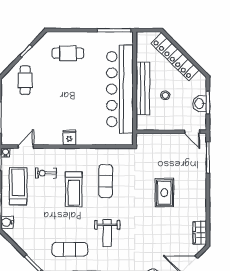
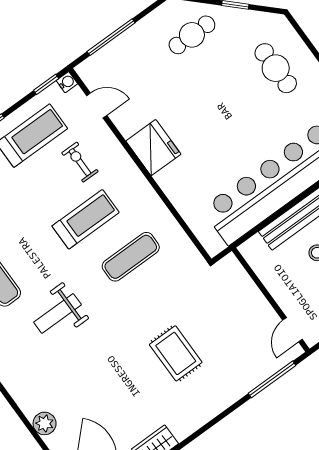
fridge: (69, 138) -> (153, 148), width x1.88, depth x1.34
treadmill: (74, 189) -> (86, 219), turned 180
rug: (164, 193) -> (176, 353), turned 90

